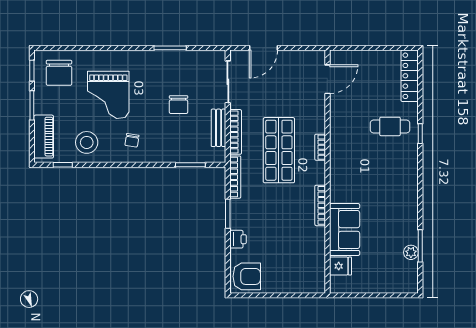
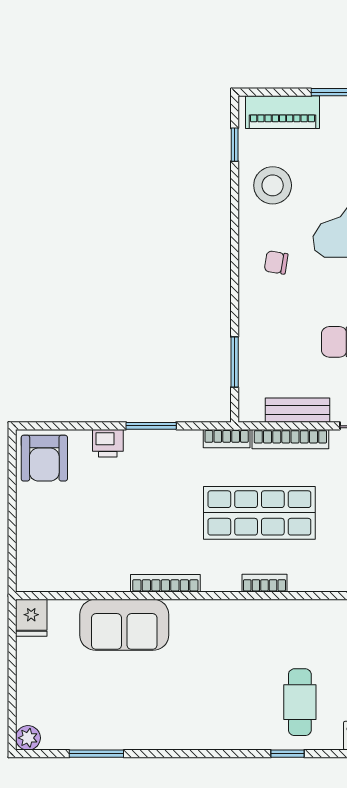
bookcase: (235, 177) -> (227, 439), width x0.64
plant: (411, 252) -> (28, 738), moved
fridge: (340, 266) -> (31, 618), moved

